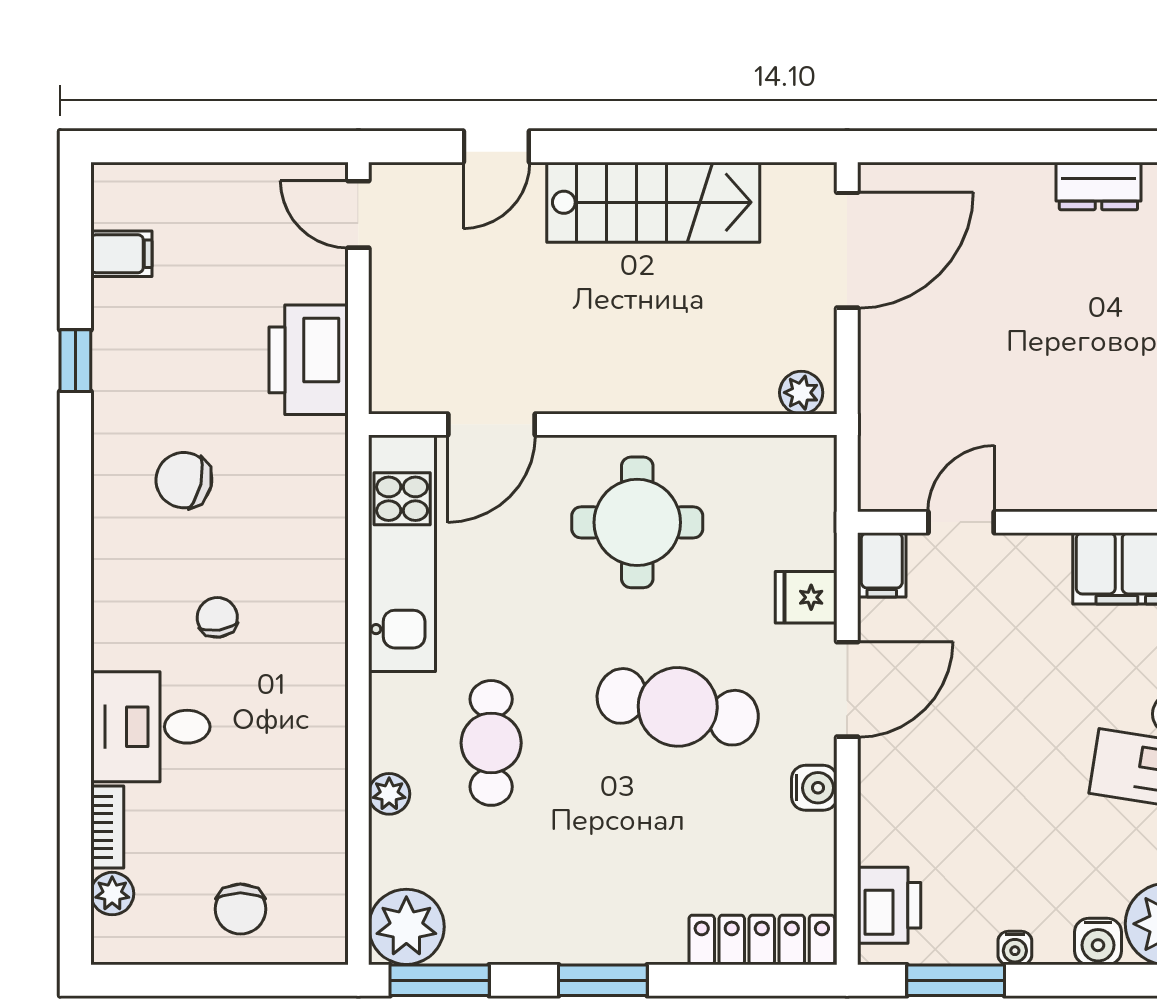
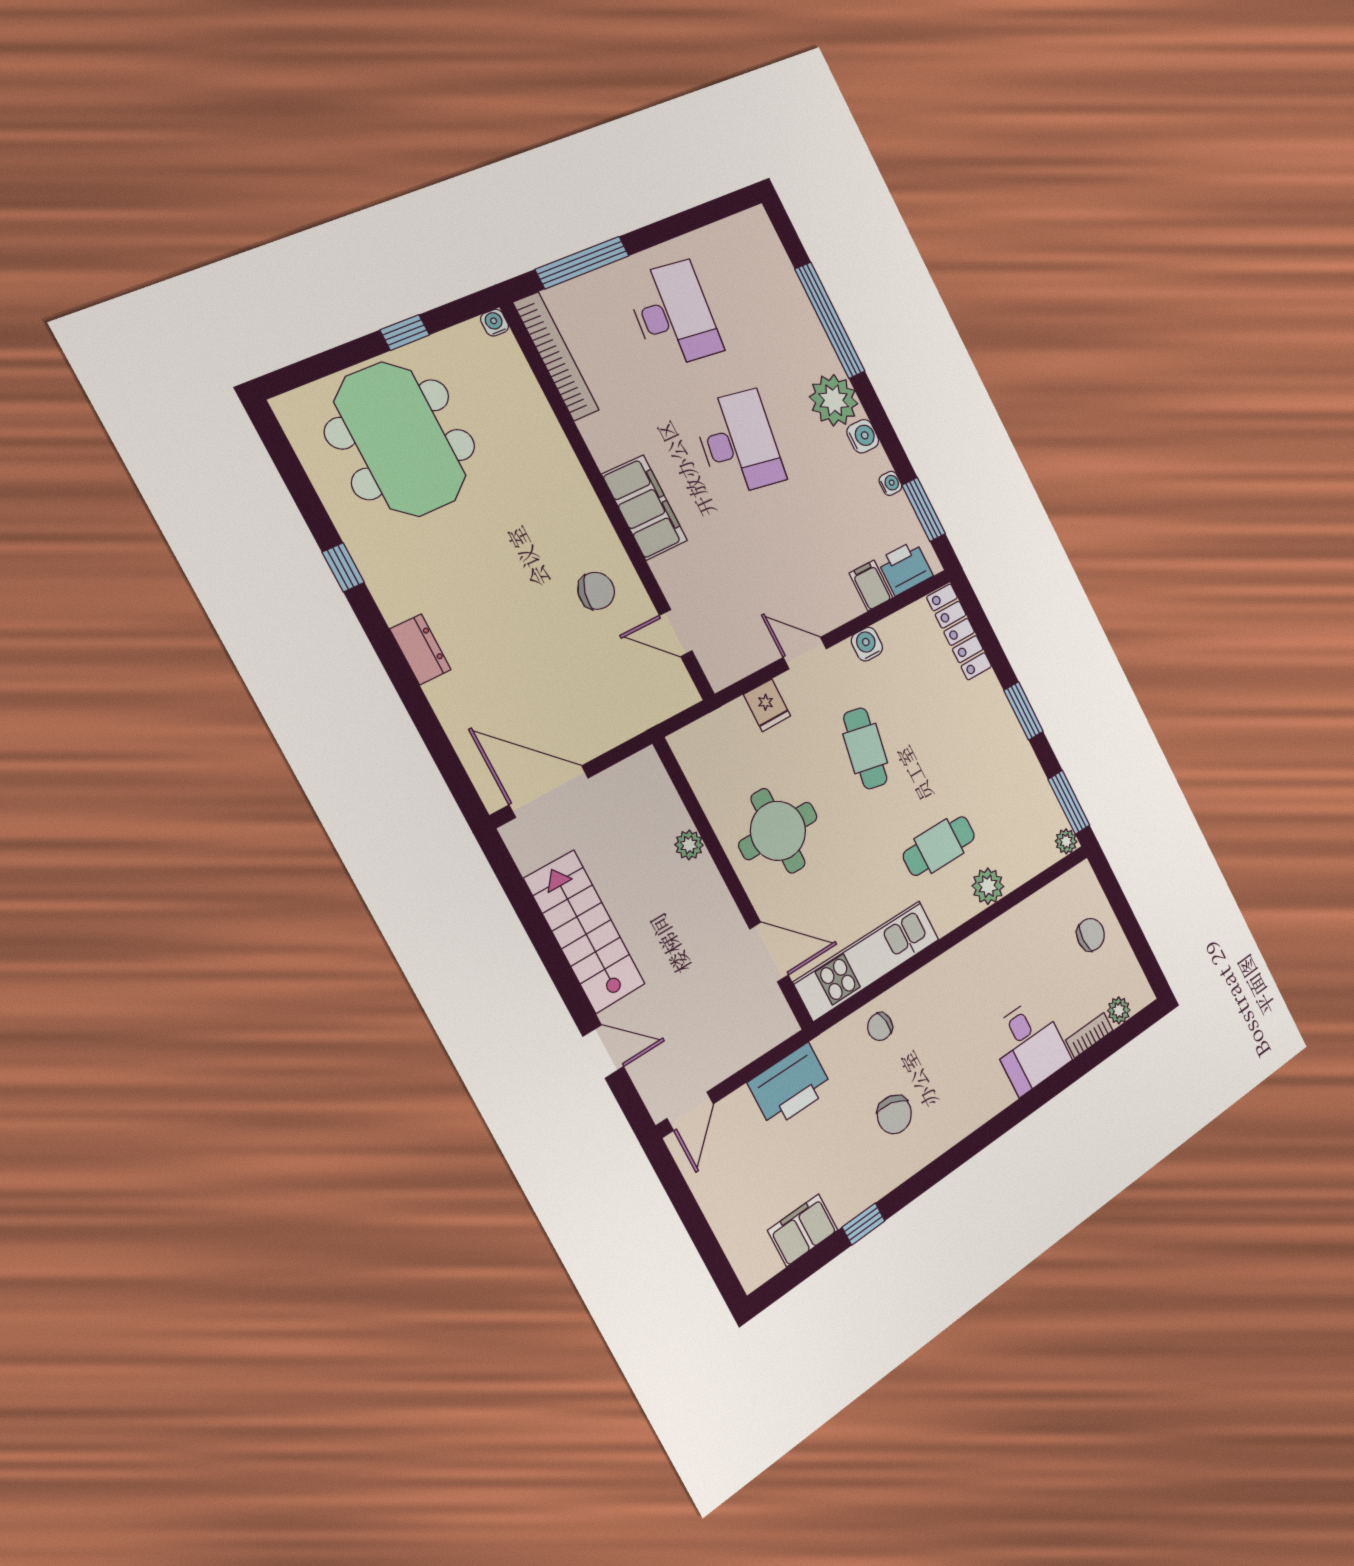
filing cabinet: (121, 254) -> (803, 1230), width x2.00
plant: (801, 393) -> (689, 845), moved
chair: (1065, 445) -> (596, 591), added
filing cabinet: (882, 565) -> (871, 585), moved, turned -90
chair: (217, 617) -> (880, 1027), moved
door: (847, 689) -> (805, 653), width x0.73
cafe table: (678, 707) -> (865, 748), width x0.73, depth x0.74
plant: (389, 794) -> (988, 886), width x1.38, depth x1.38
plant: (406, 927) -> (1066, 841), width x0.53, depth x0.53

